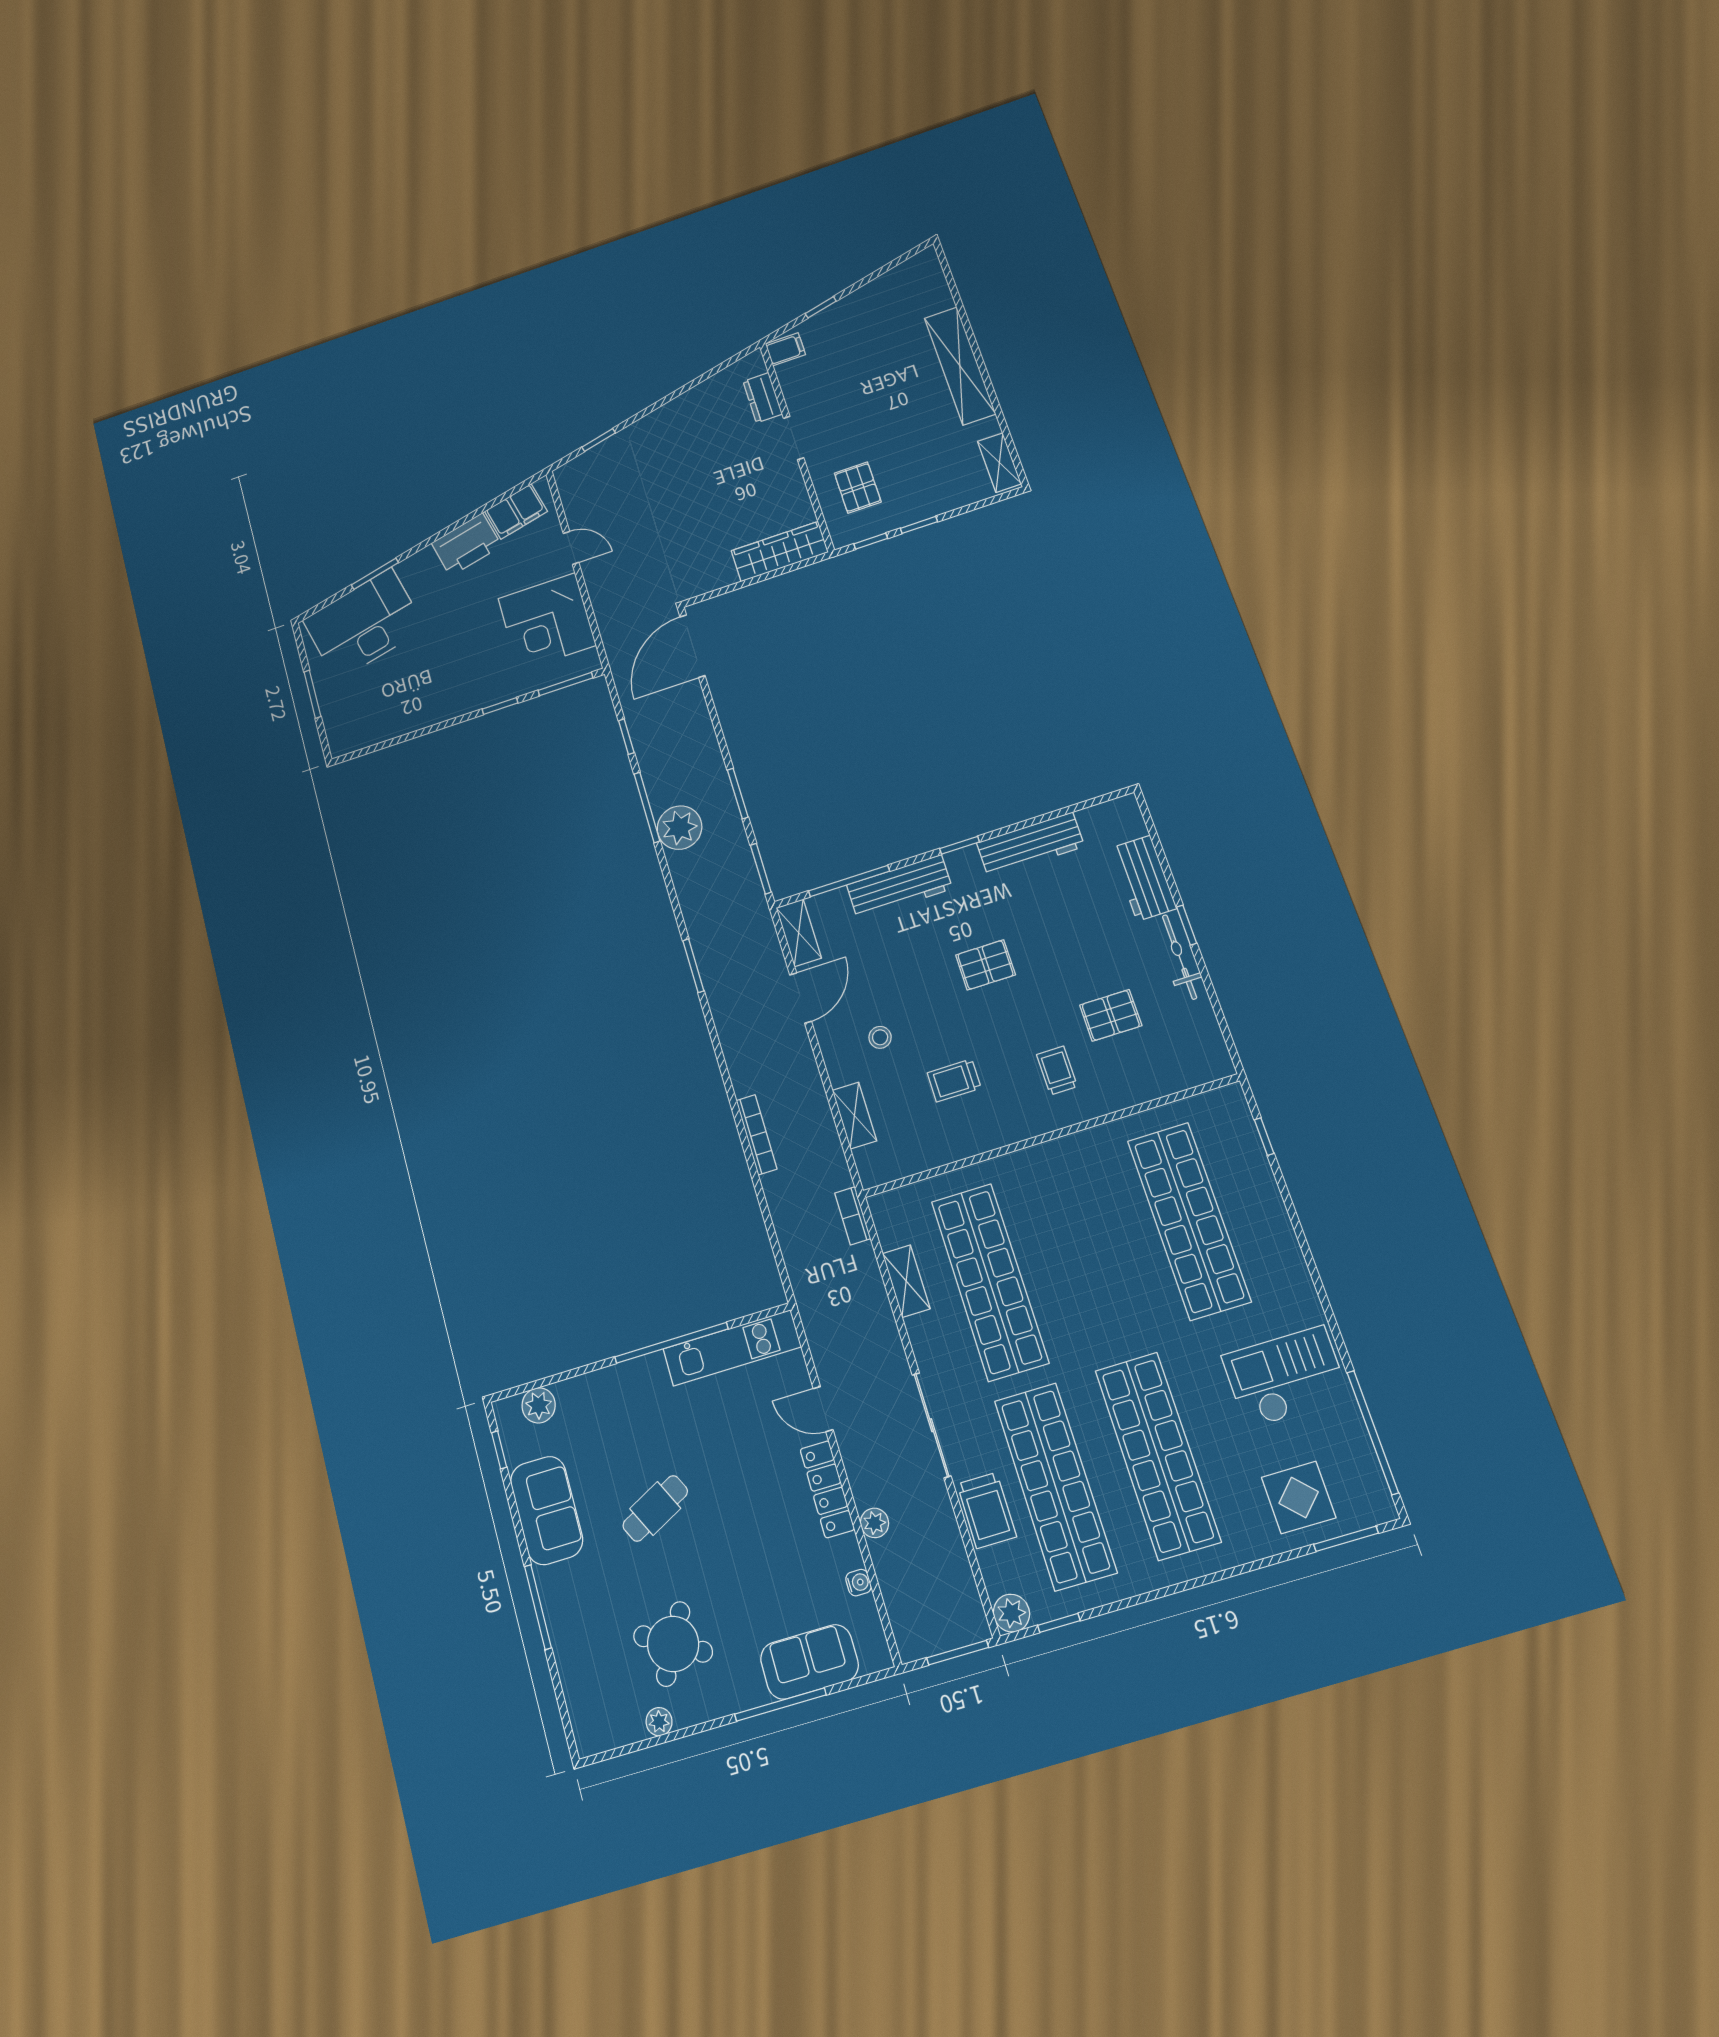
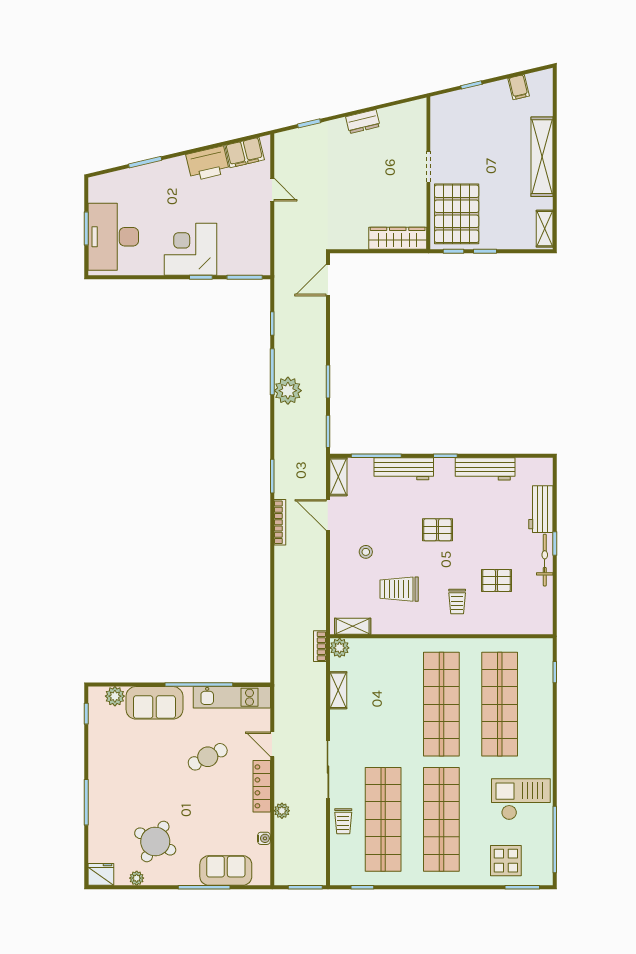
filing cabinet: (786, 349) -> (519, 87), moved, turned 77
dresser: (763, 398) -> (363, 122), moved, turned -103
pallet: (858, 488) -> (457, 214), width x2.05, depth x2.00
corner desk: (547, 622) -> (191, 249), moved, turned 90
desk: (364, 624) -> (113, 237), moved, turned -77
door: (692, 646) -> (328, 280), width x0.73
door: (800, 998) -> (328, 515), swing flipped
trolley: (1057, 1071) -> (457, 602), turned 180
trolley: (954, 1080) -> (399, 589), width x1.36, depth x1.39
shelving: (854, 1116) -> (353, 626), moved, turned 90
bookcase: (756, 1135) -> (280, 522), moved
shop shelf: (990, 1282) -> (441, 704), moved
cafe table: (655, 1508) -> (208, 757), moved
sofa: (547, 1510) -> (154, 703), moved, turned 90
trolley: (987, 1510) -> (343, 821), width x0.73, depth x0.72
plant: (1011, 1613) -> (340, 648), moved
fridge: (596, 1733) -> (101, 874), added

